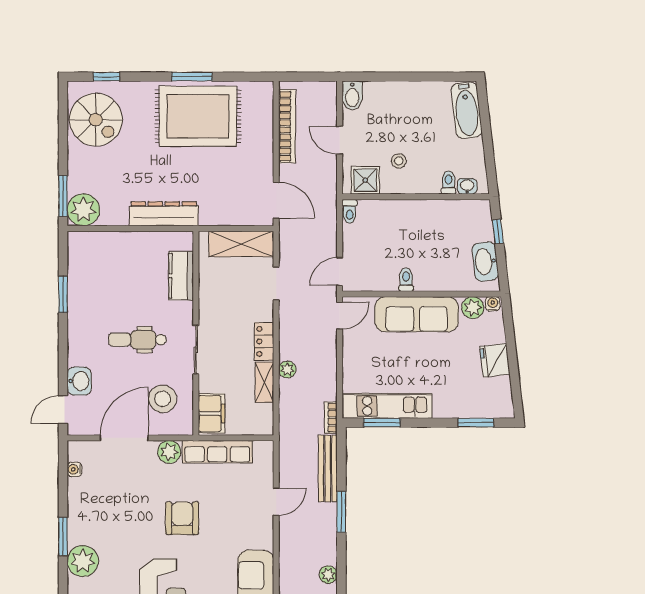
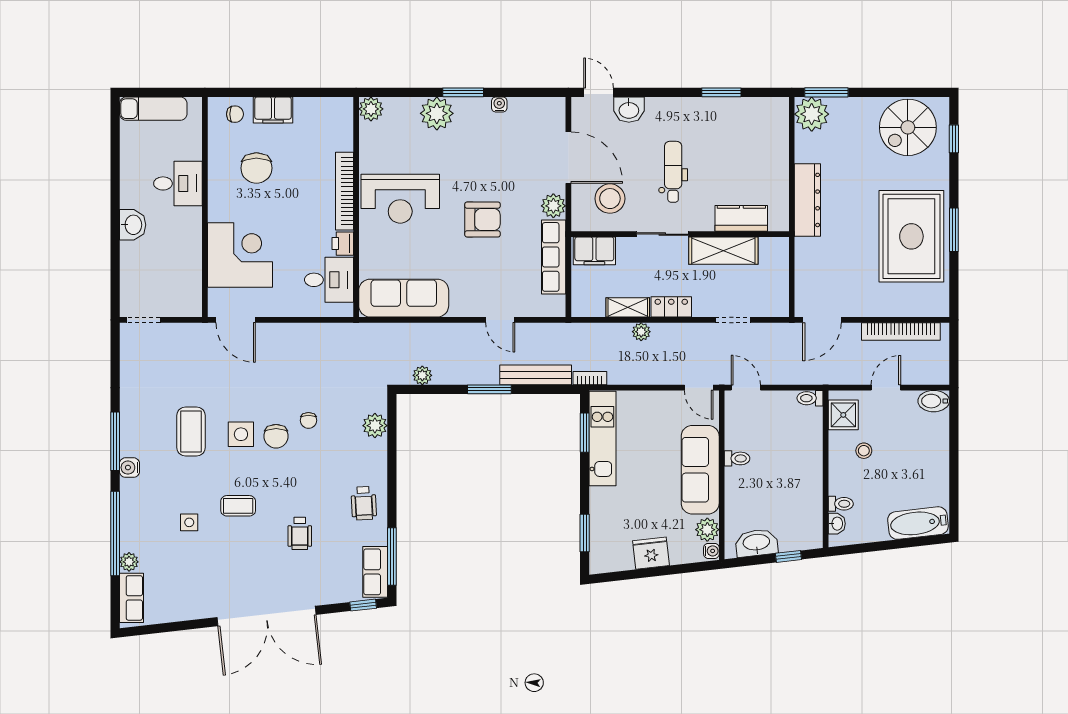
shelving: (241, 244) -> (723, 251), moved, turned 90
water cooler: (74, 469) -> (499, 105), moved

